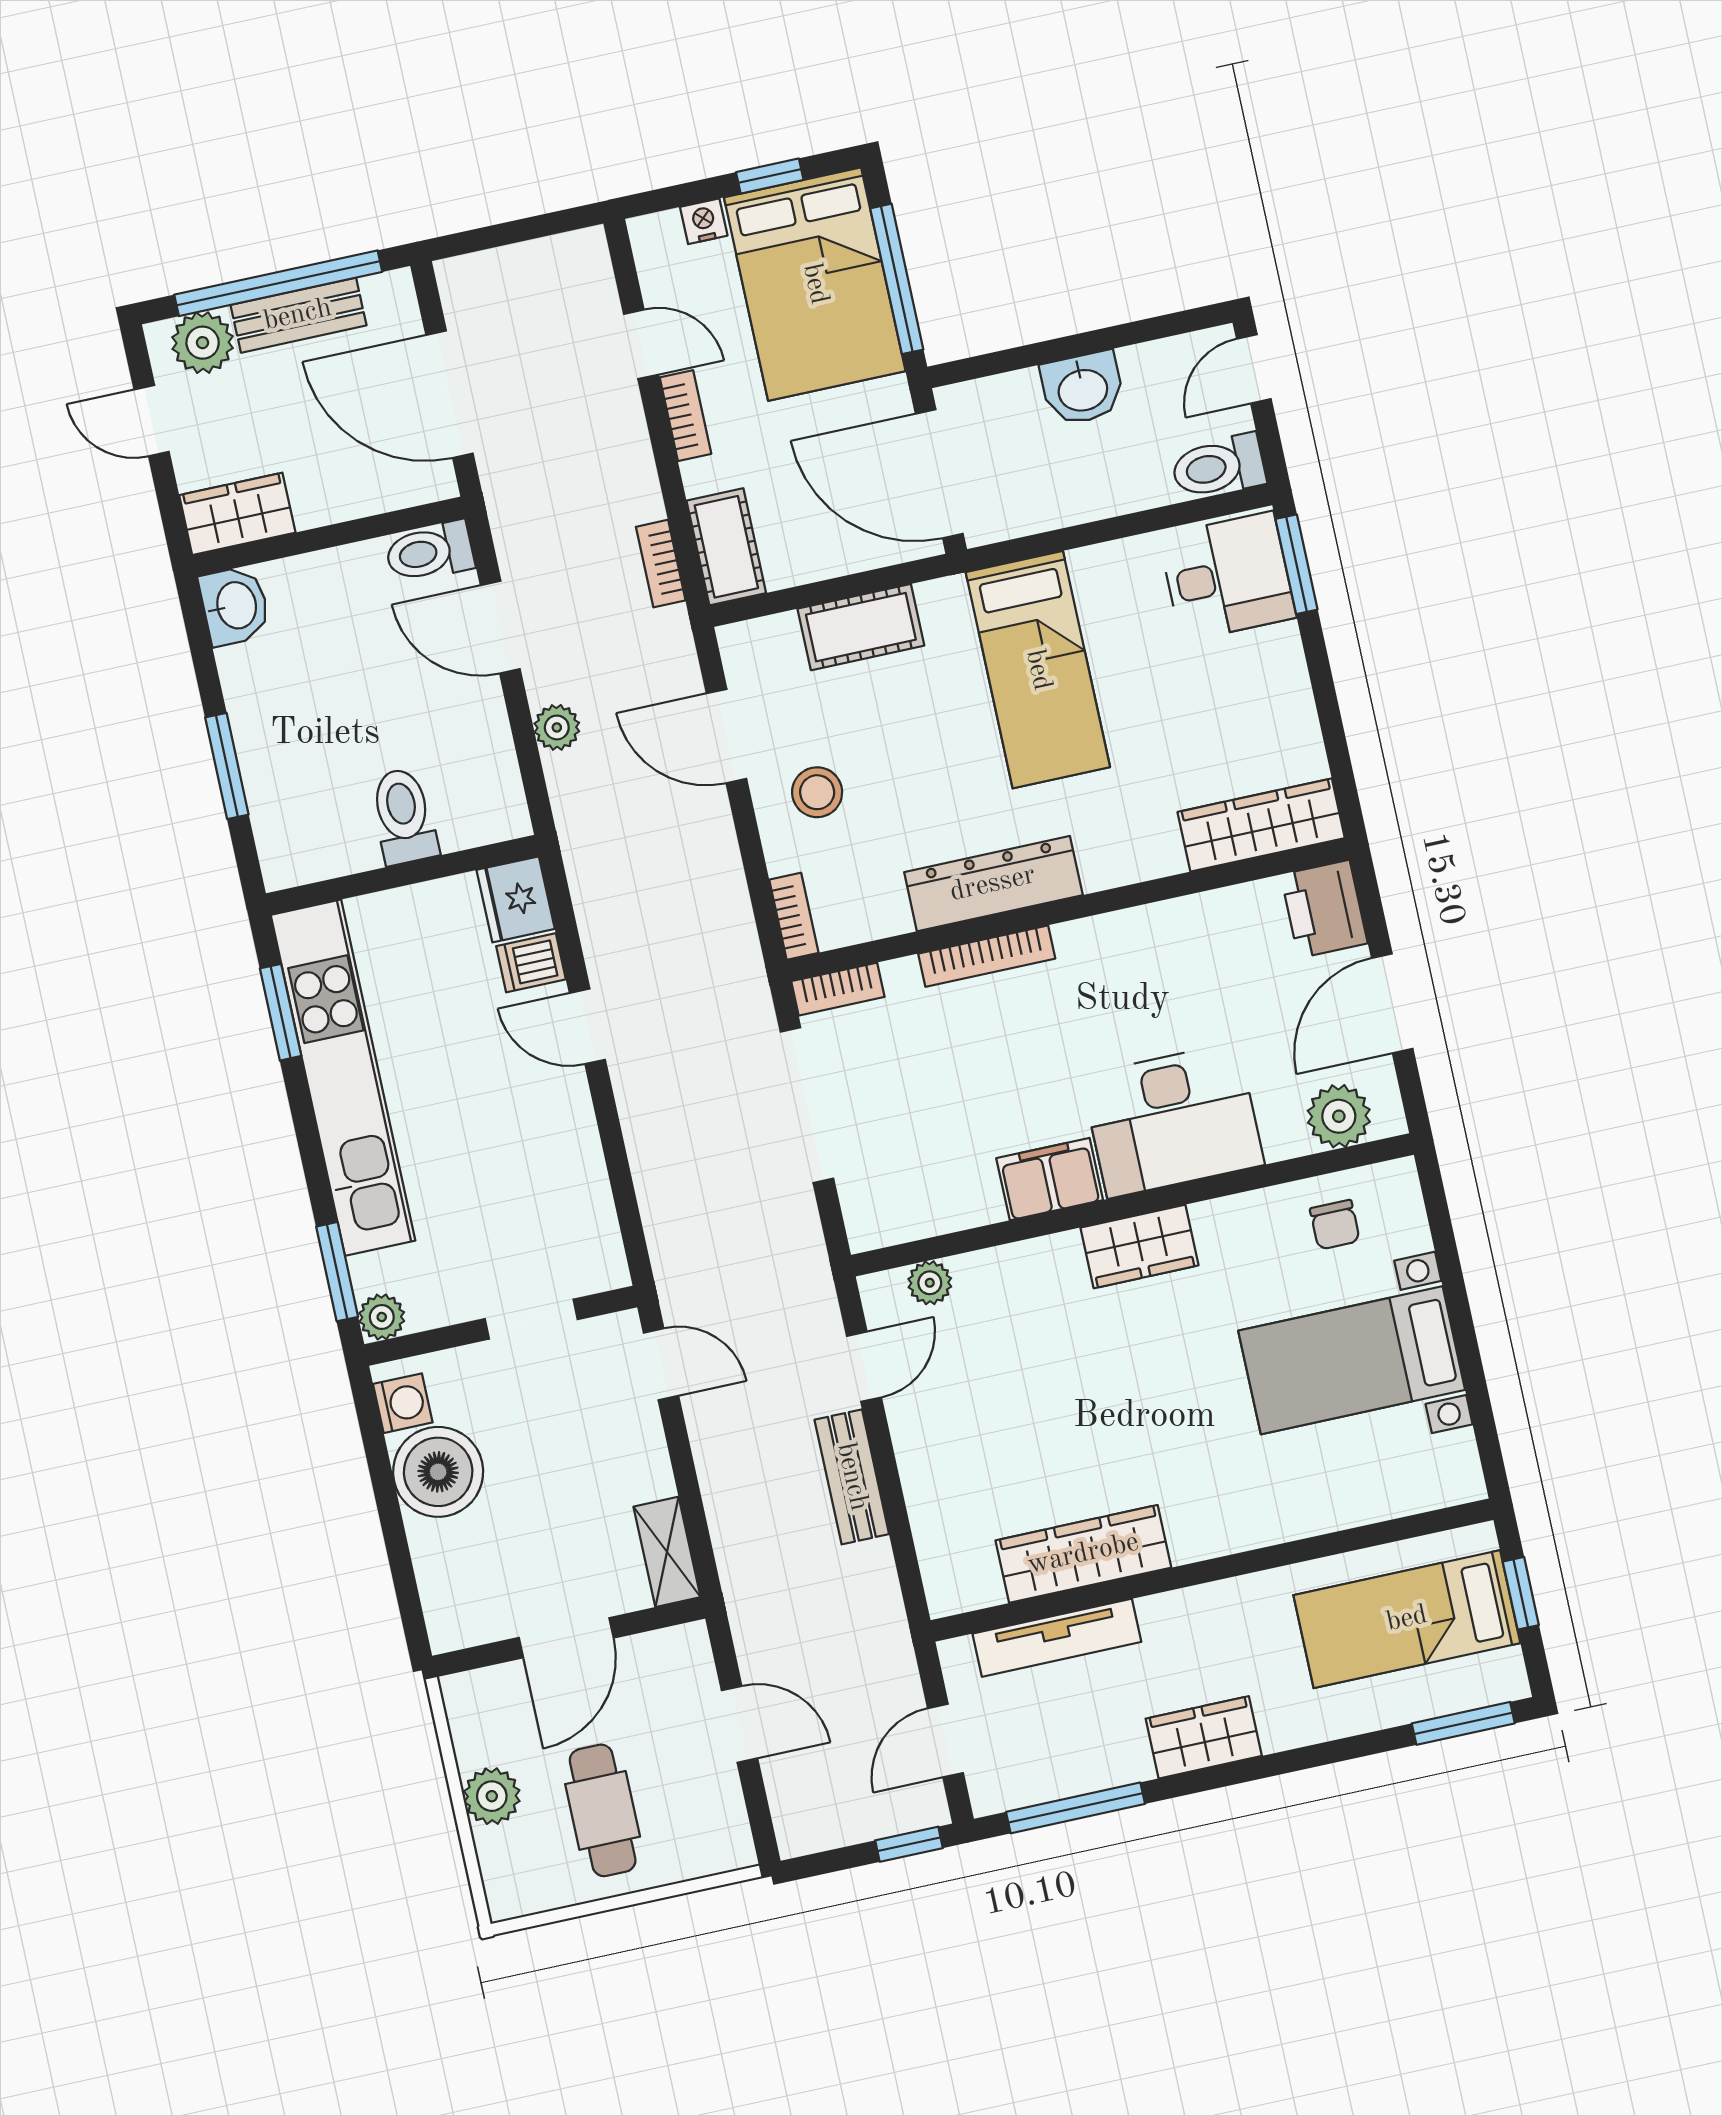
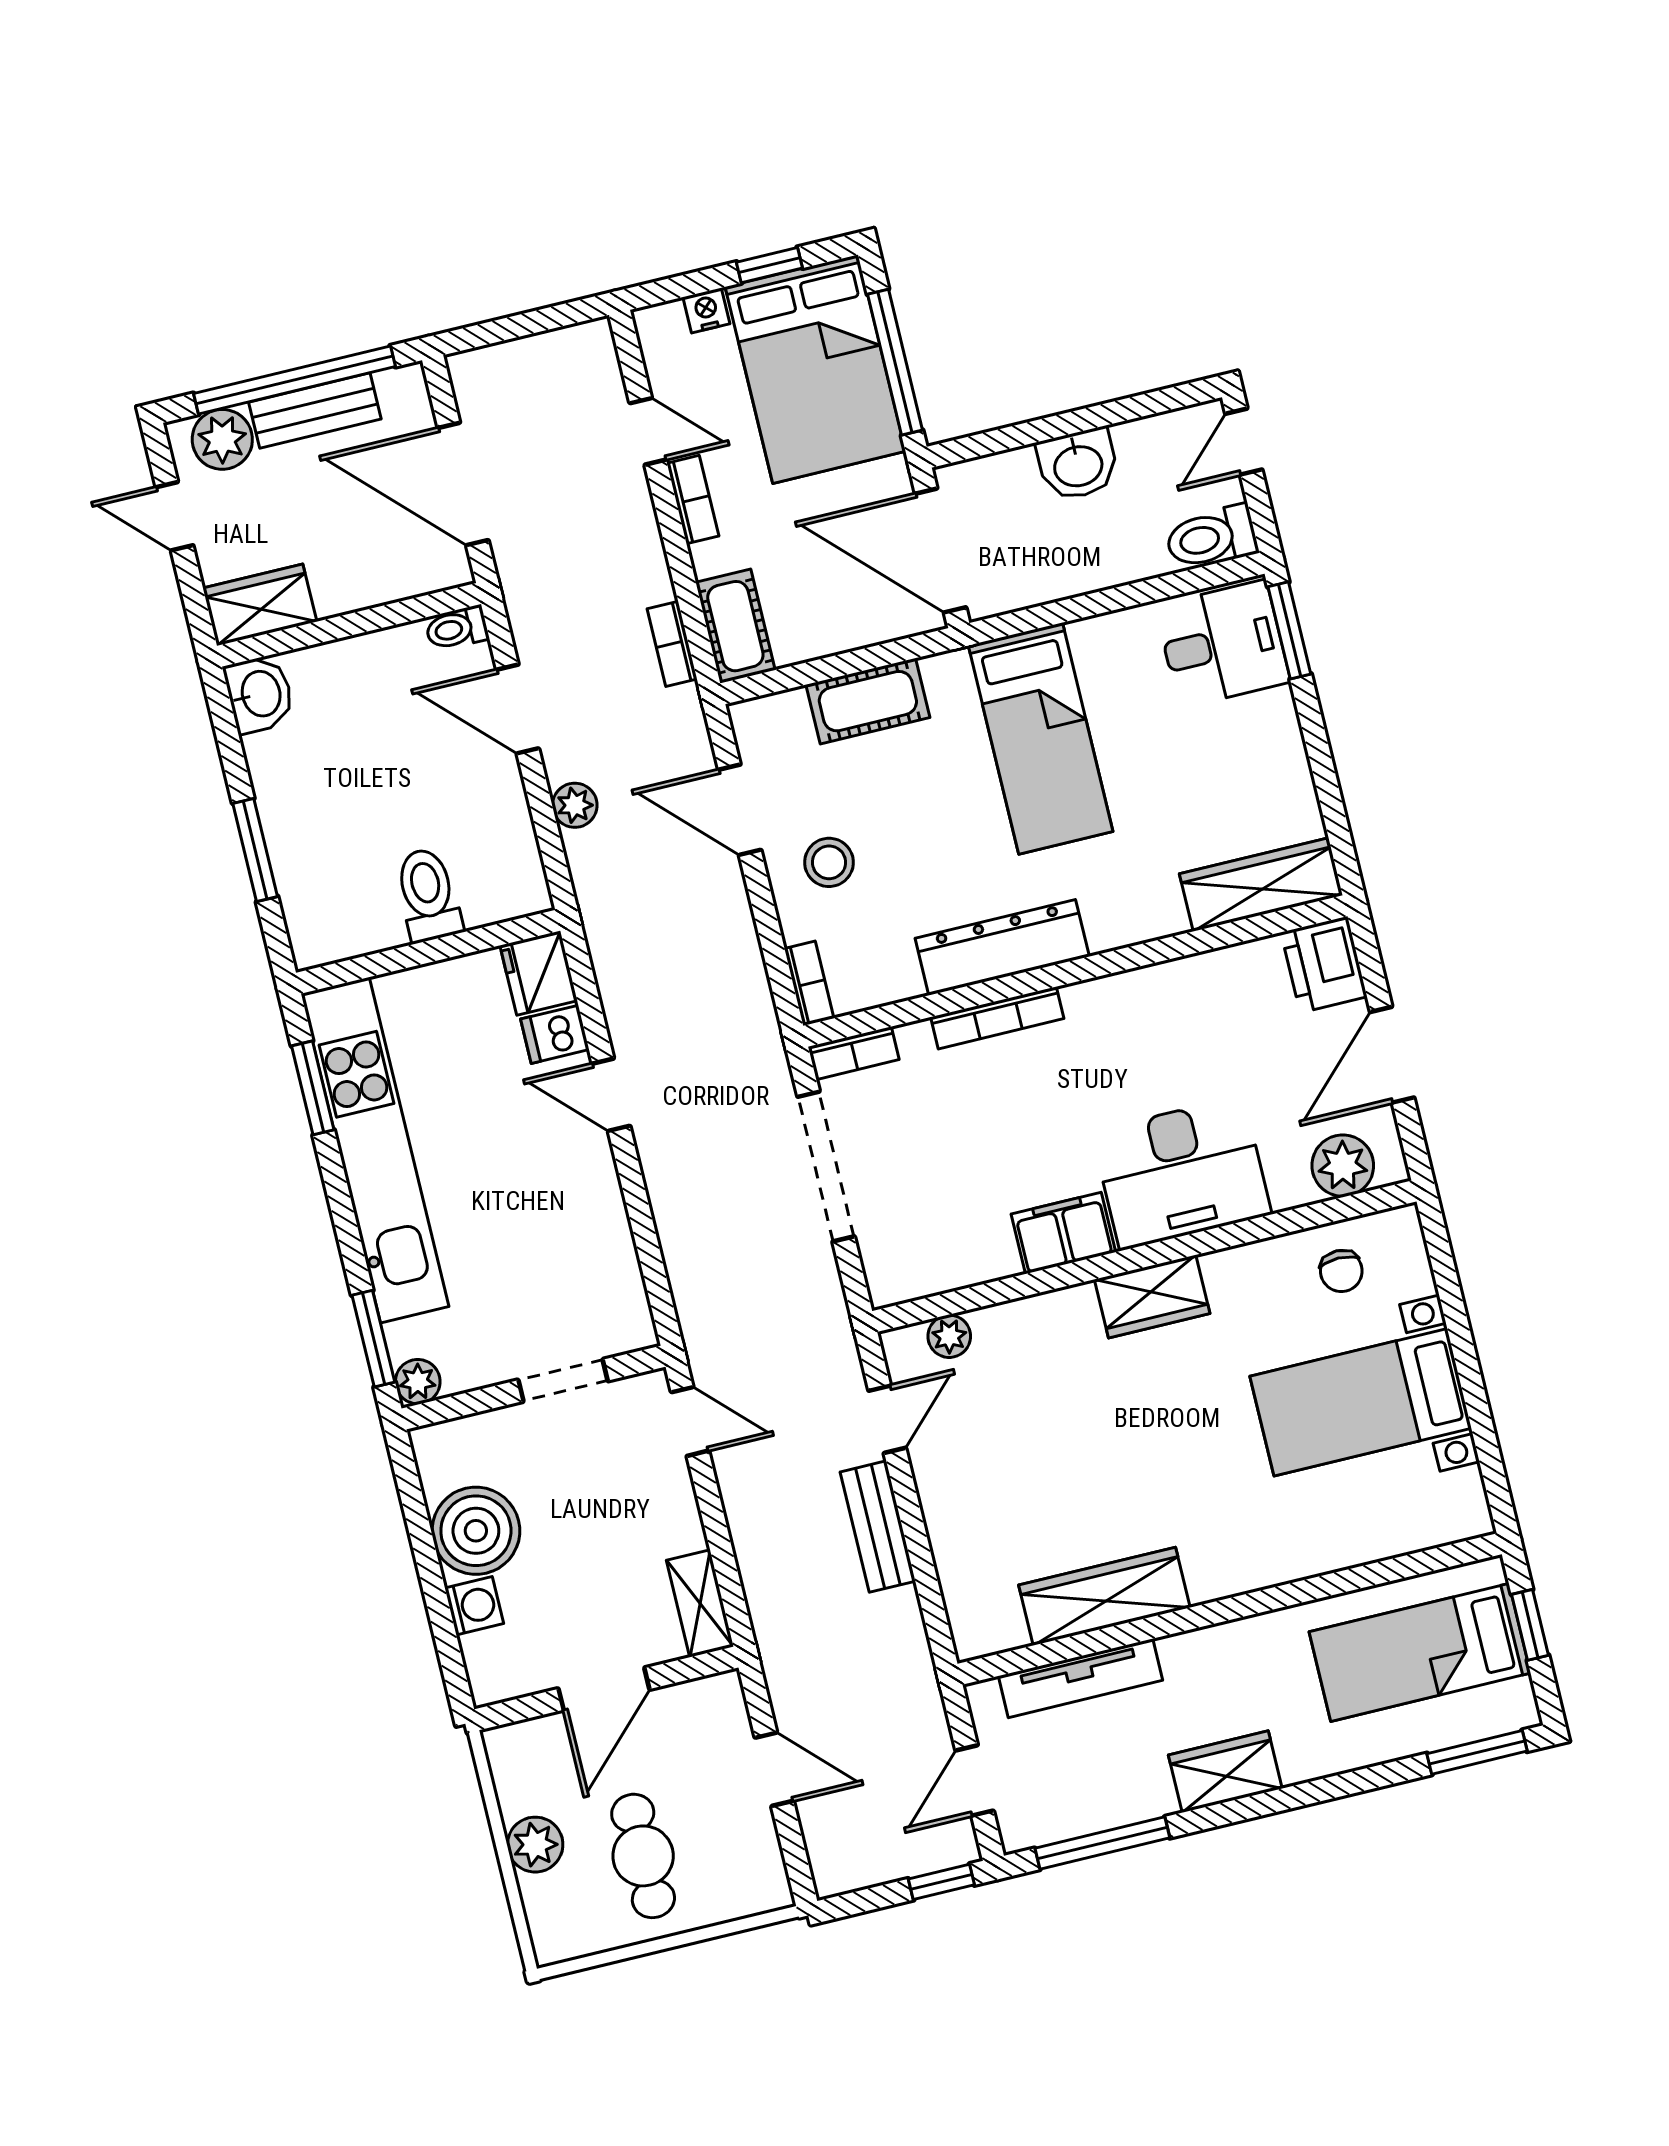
toilet: (430, 552) -> (457, 628), width x0.73, depth x0.72
washing machine: (403, 1403) -> (474, 1606), moved

